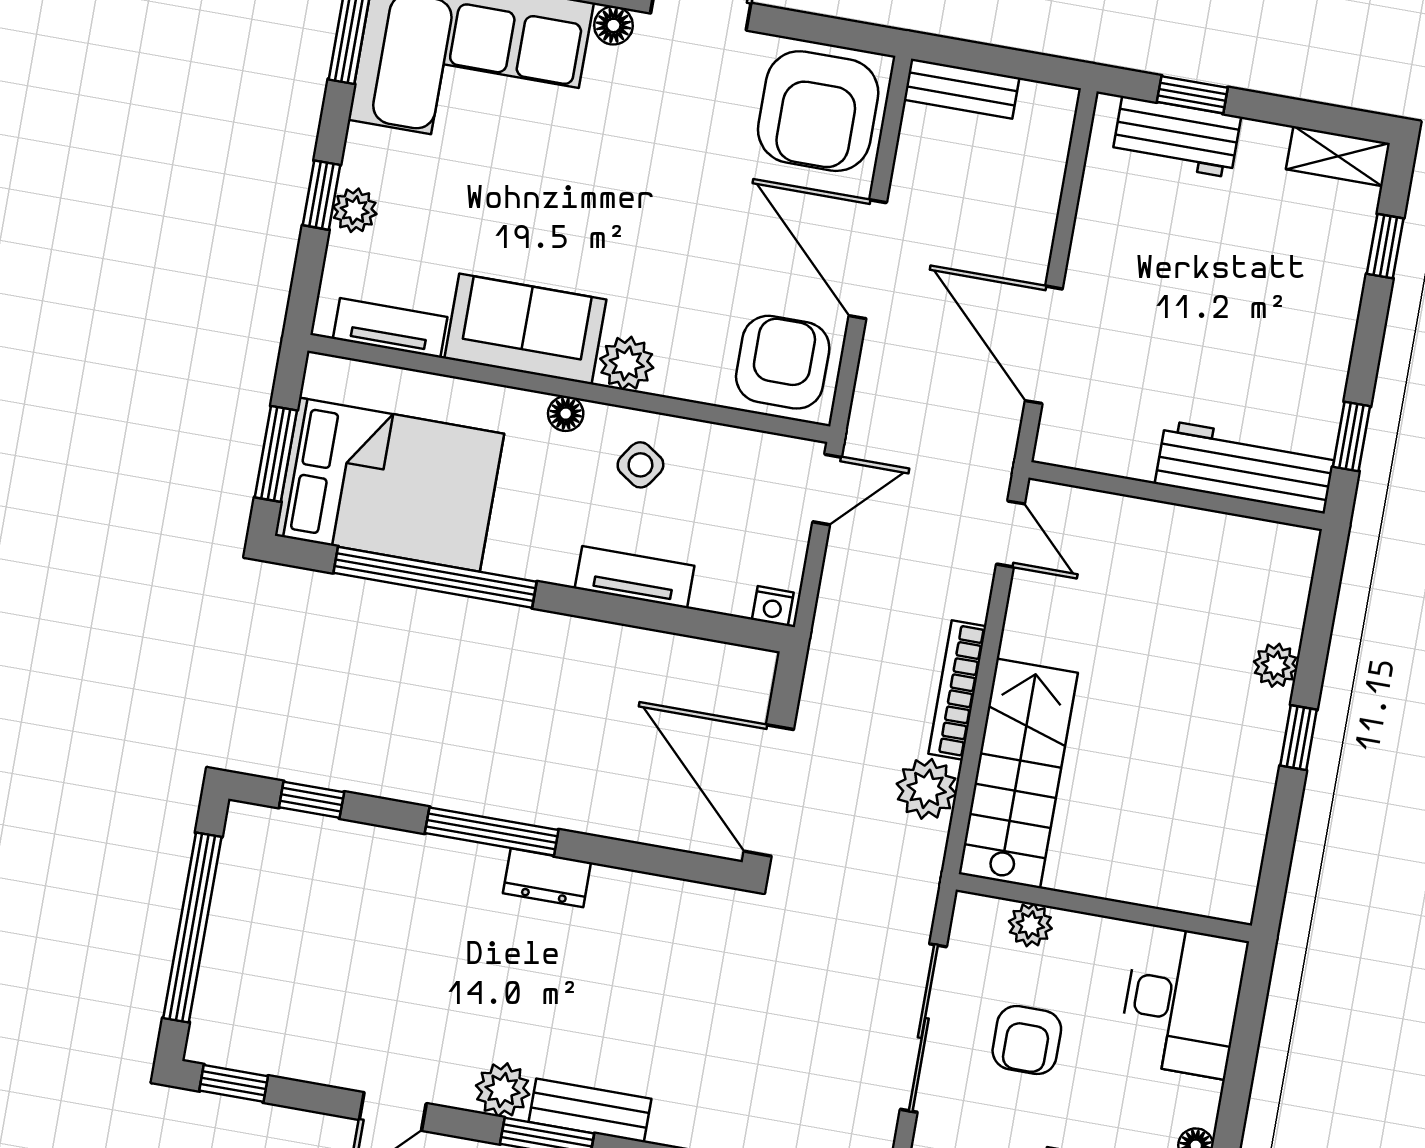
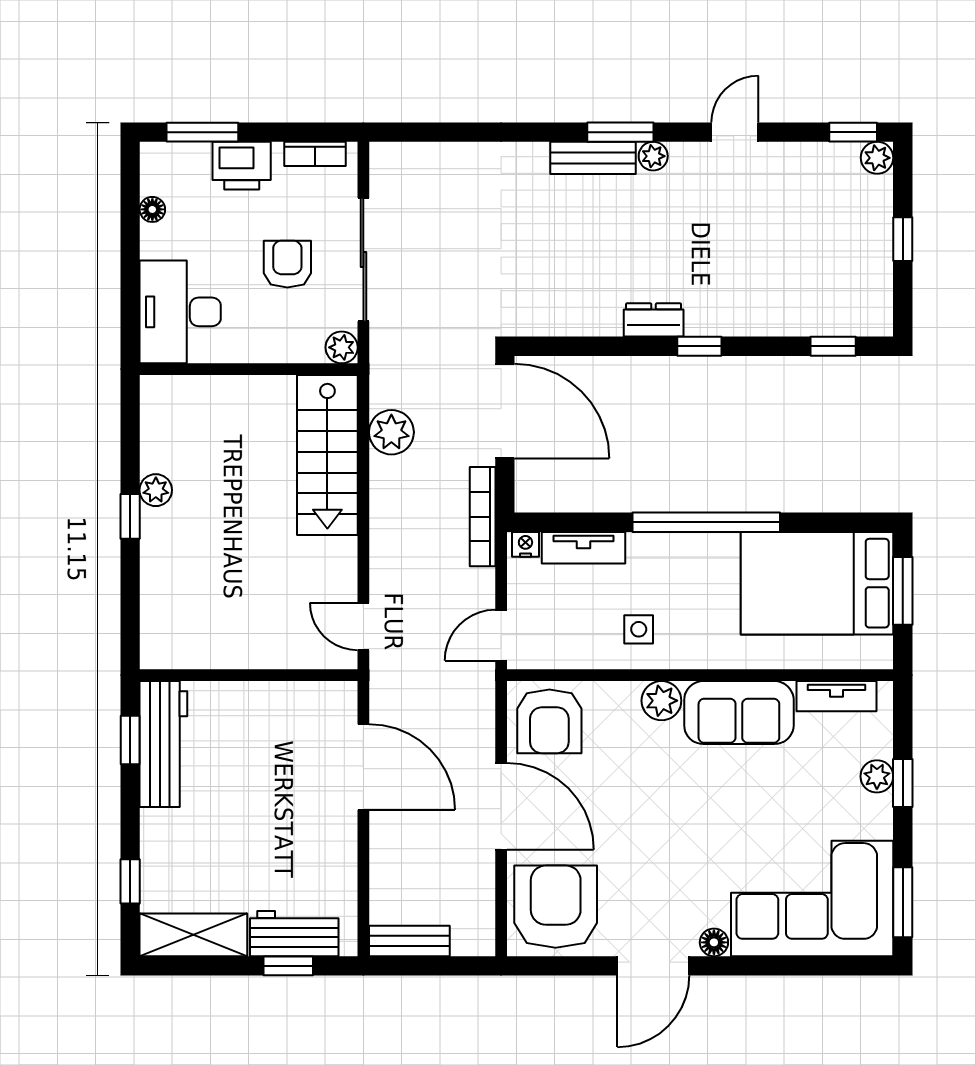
bench: (962, 89) -> (409, 941), moved
shelving: (1338, 156) -> (193, 935), width x1.50, depth x1.33
floor lamp: (566, 414) -> (699, 657), removed
side table: (640, 465) -> (639, 629), turned -34
workbench: (1245, 467) -> (163, 744), moved, turned -90
window: (435, 577) -> (706, 522), moved
tv unit: (635, 577) -> (583, 548), moved
plant: (1276, 665) -> (156, 490), moved
bookcase: (957, 690) -> (483, 517), moved, turned 180
window: (492, 832) -> (699, 346), width x0.46
plant: (1030, 925) -> (342, 347), moved
window: (192, 927) -> (903, 239), width x0.32
plant: (208, 1043) -> (877, 158), added
plant: (503, 1090) -> (653, 156), width x0.73, depth x0.73

